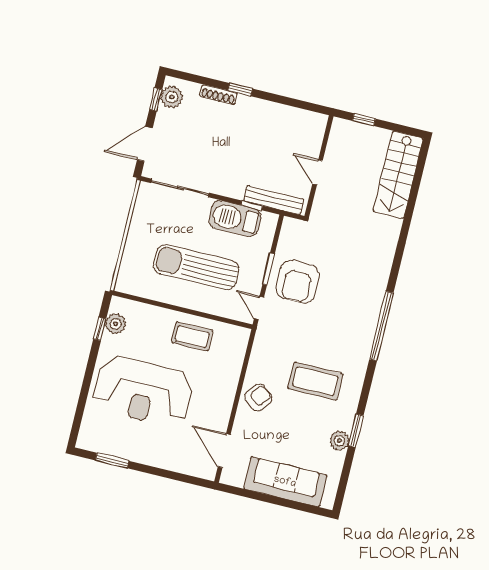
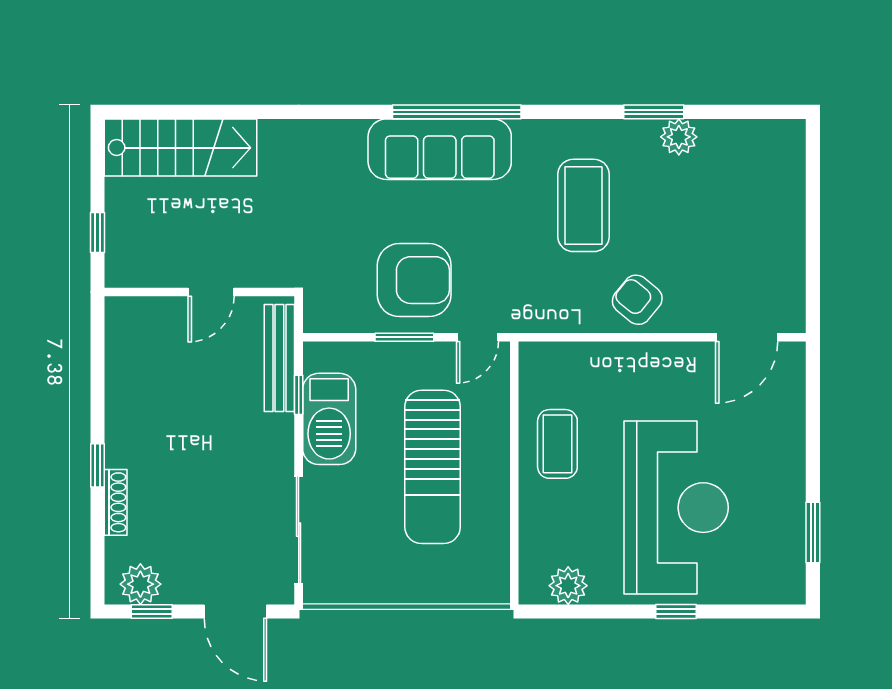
window: (100, 329) -> (676, 611), moved
sofa: (285, 482) -> (440, 149), moved, turned -90

